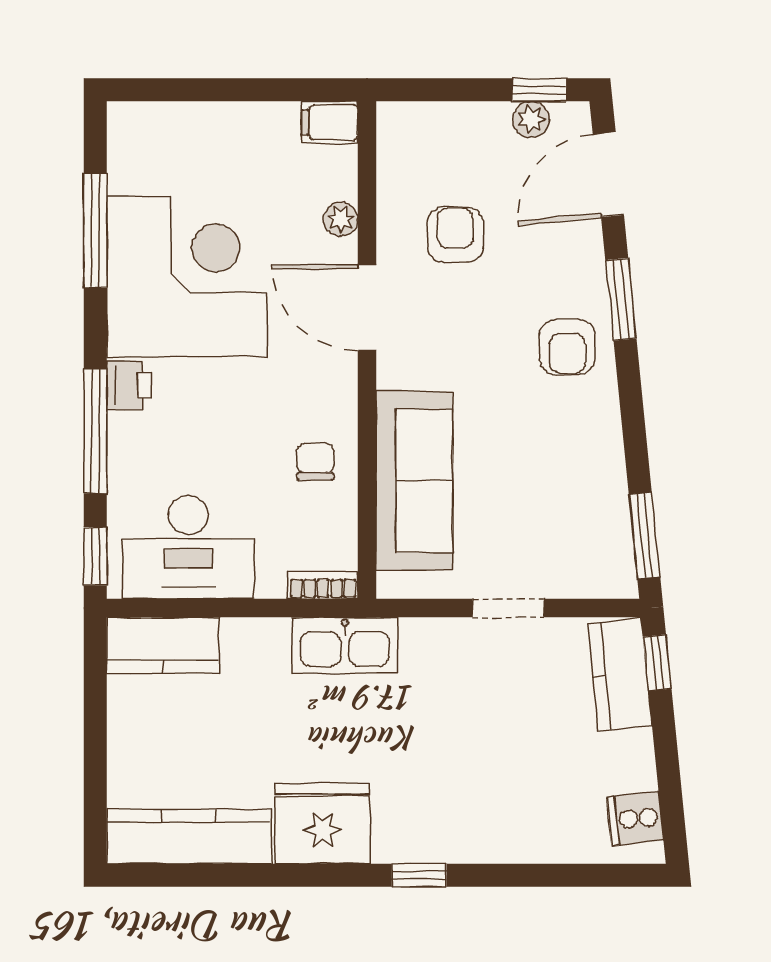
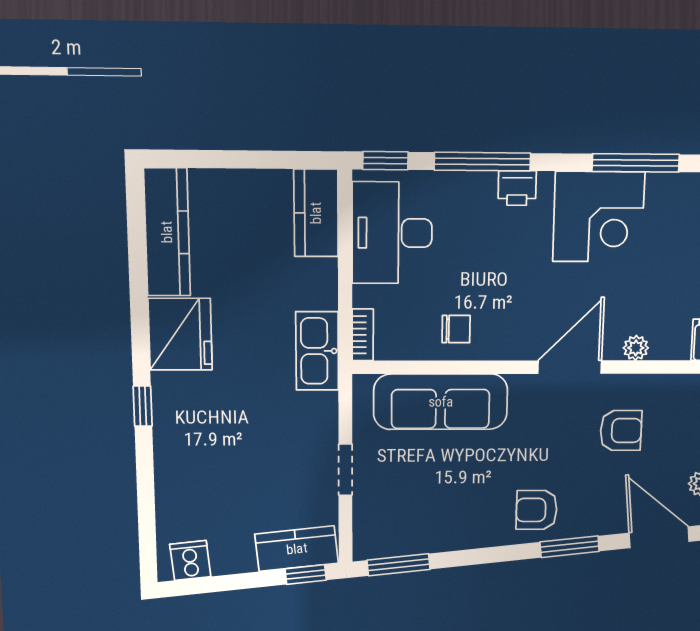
corner desk: (187, 277) -> (599, 217), width x0.74, depth x0.74

